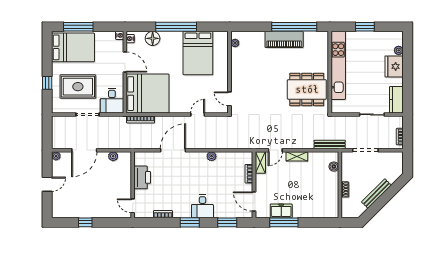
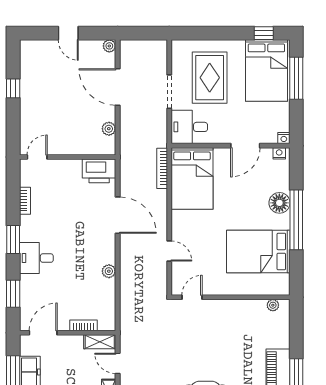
floor lamp: (153, 38) -> (279, 203), moved
window: (47, 83) -> (264, 33), moved
bed: (148, 94) -> (192, 178), width x0.73
printer: (142, 177) -> (99, 171), moved

